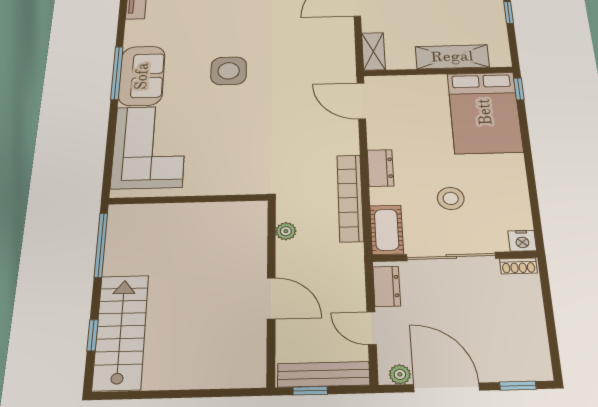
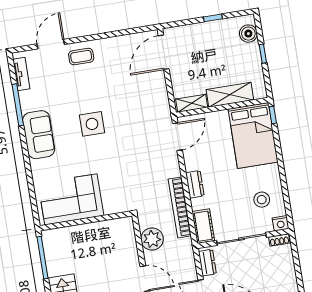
shelving: (373, 51) -> (192, 103), moved, turned 90
window: (117, 73) -> (18, 105), moved
door: (361, 101) -> (177, 137), swing flipped
corner sofa: (149, 147) -> (71, 199), moved, turned -90
stool: (451, 198) -> (262, 200), moved
plant: (286, 231) -> (152, 239), width x1.87, depth x1.87

